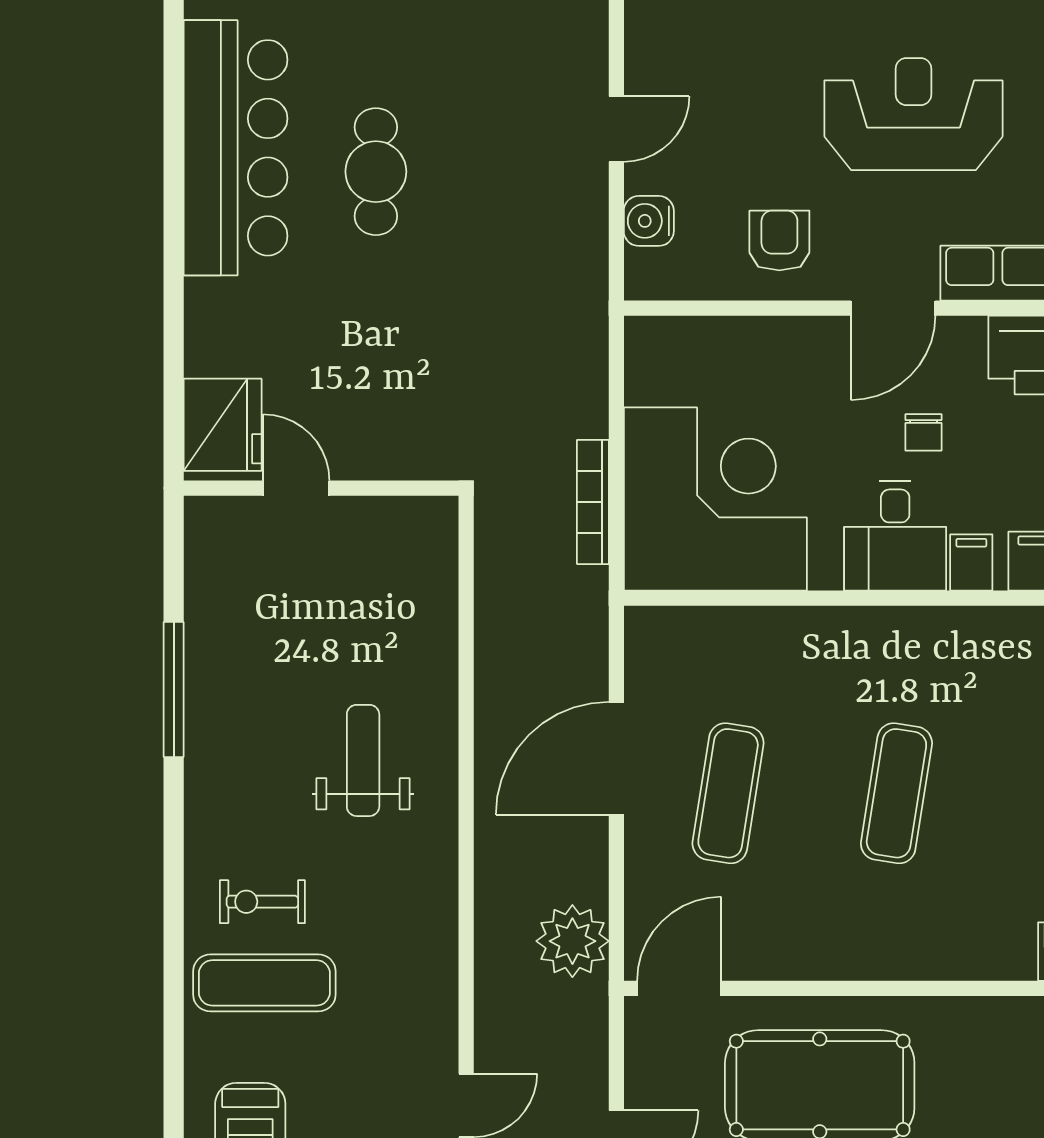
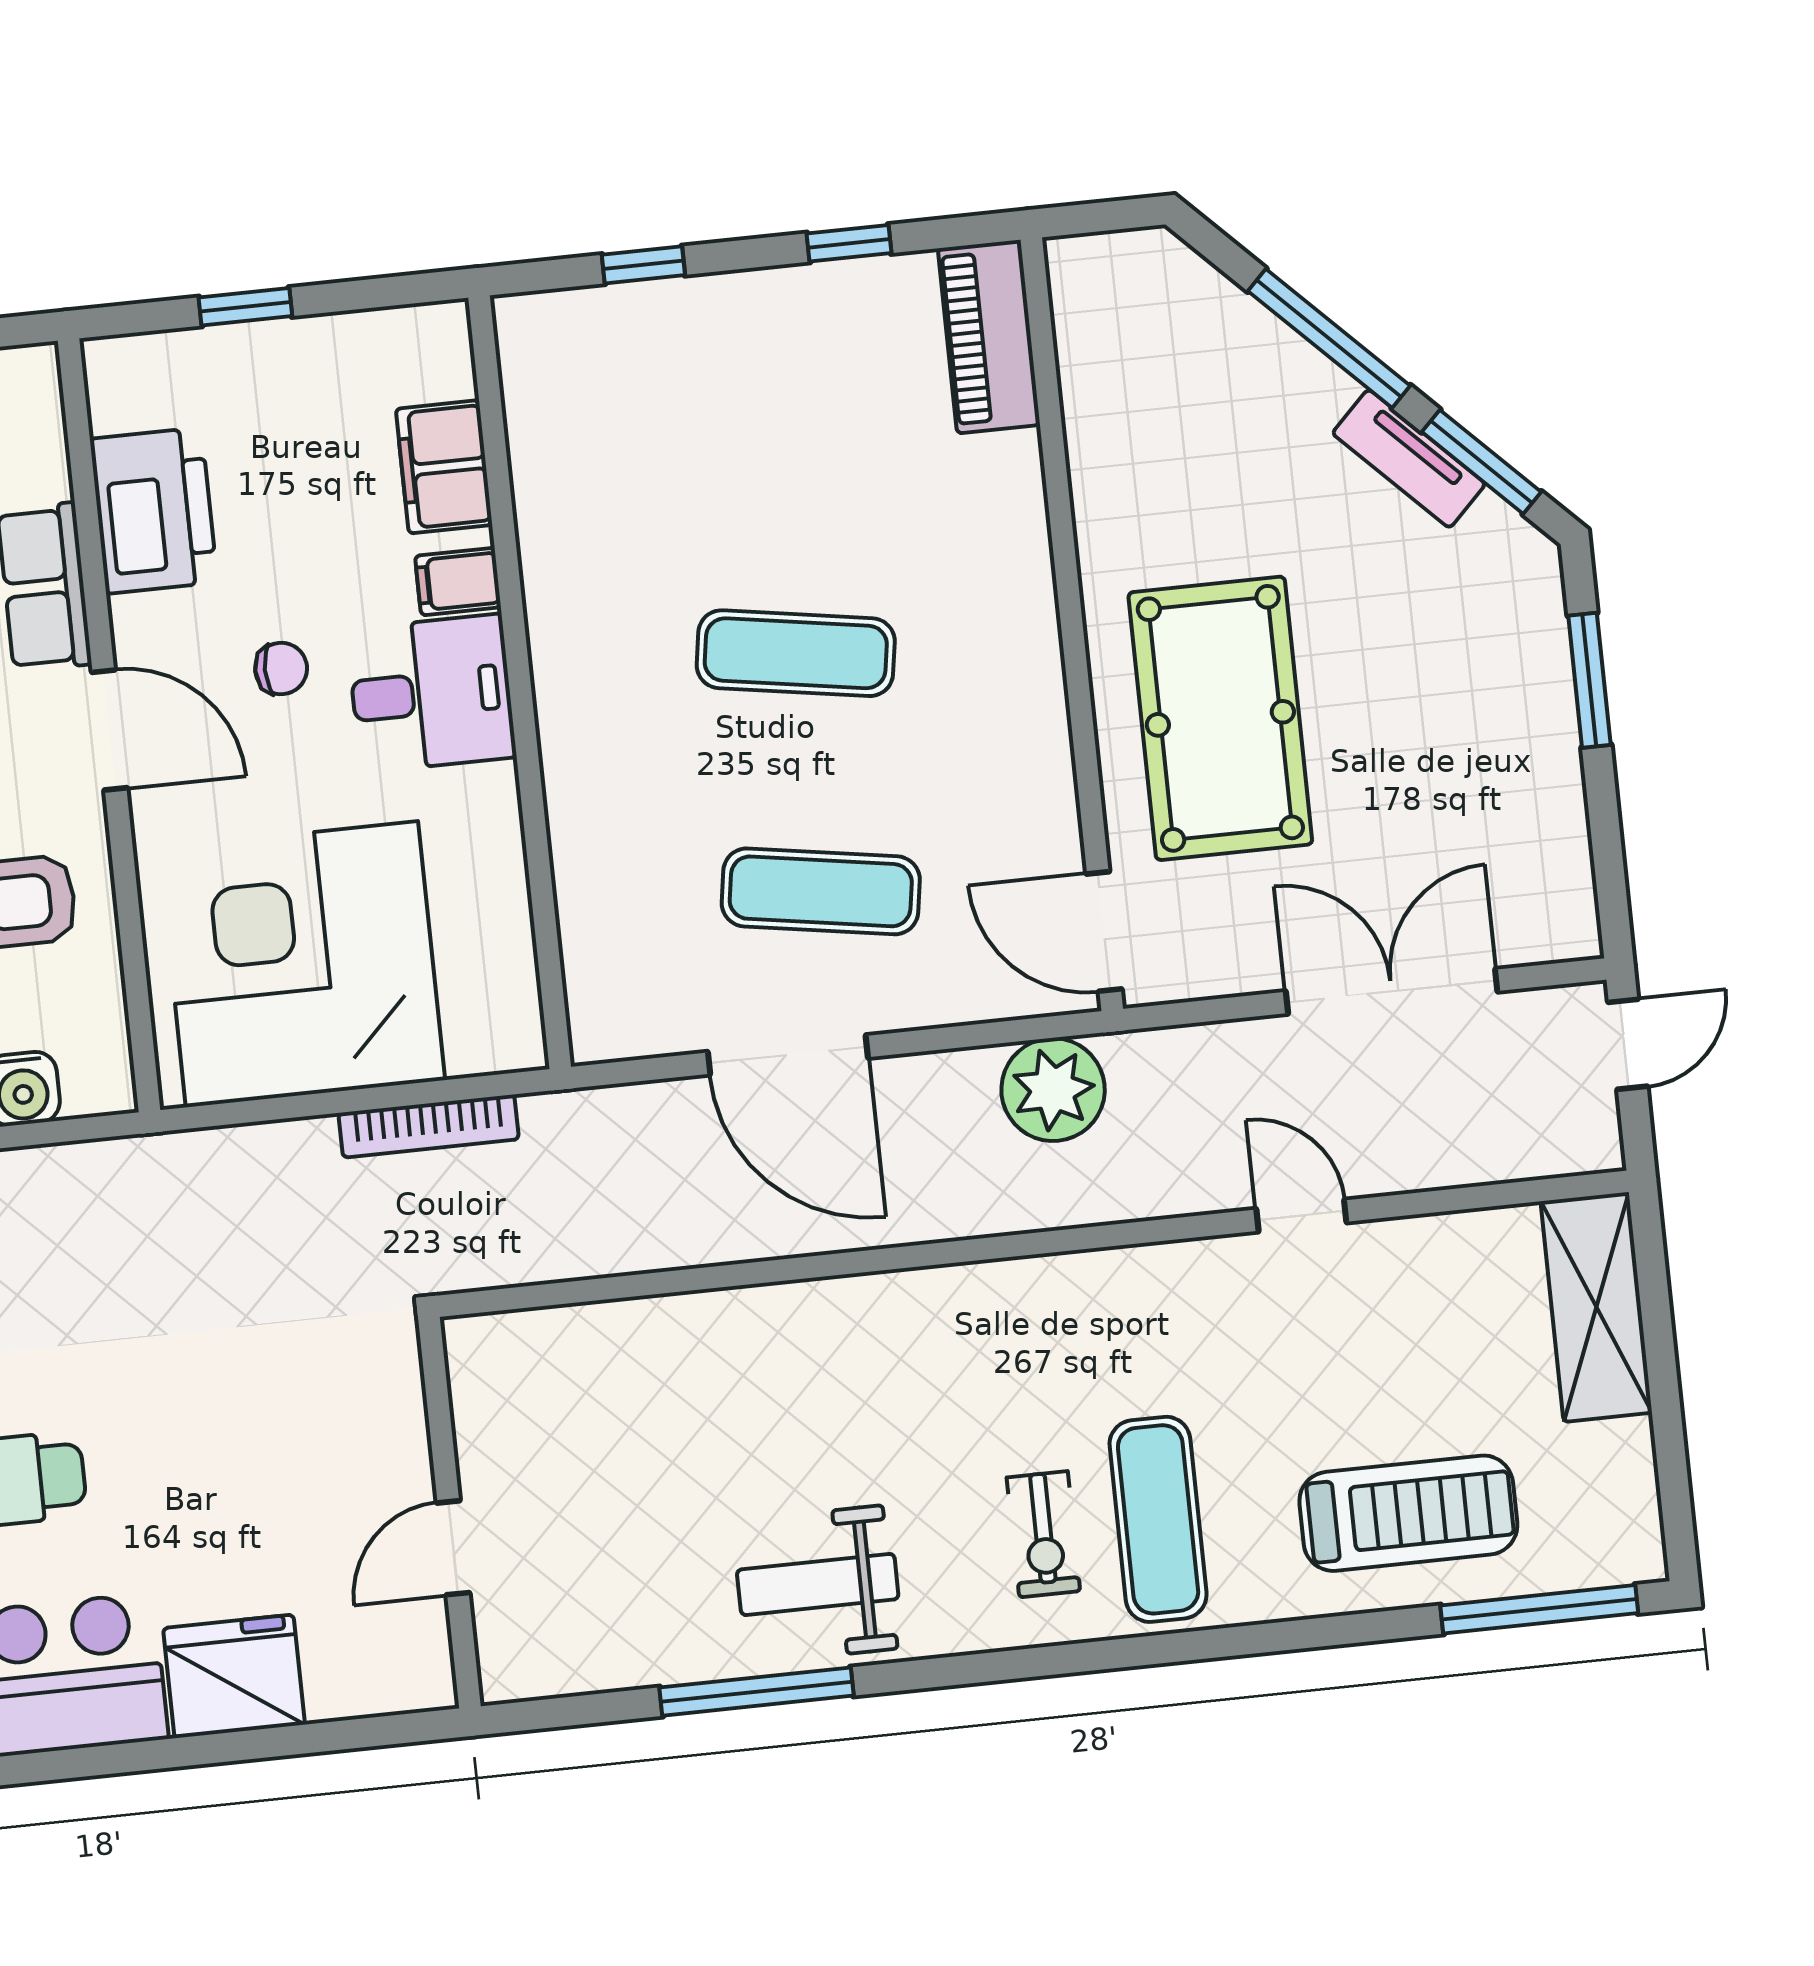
fridge: (223, 425) -> (234, 1676), moved
corner desk: (715, 499) -> (302, 964), moved
weight bench: (363, 760) -> (818, 1584), moved

